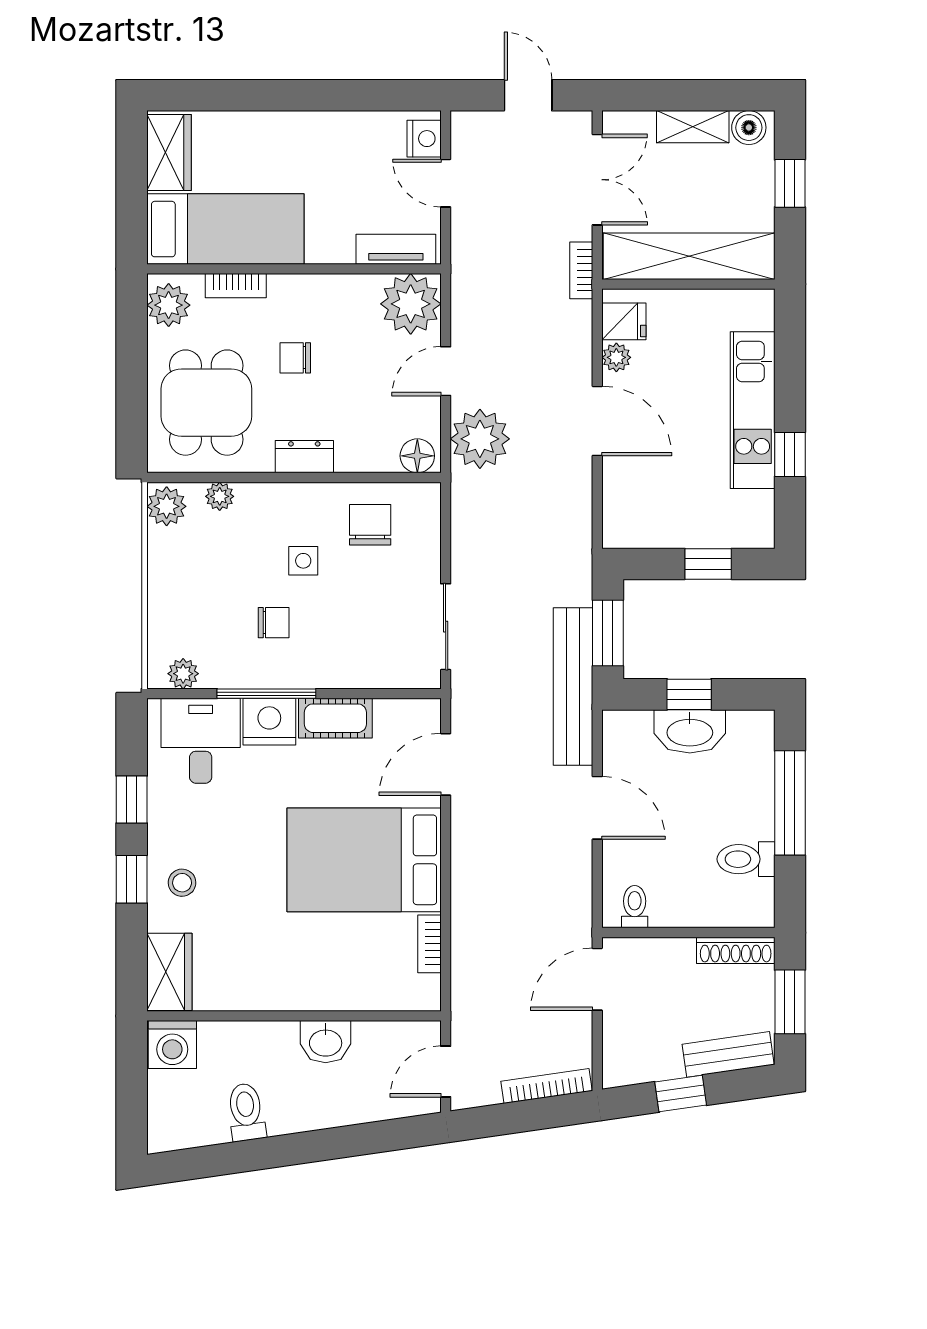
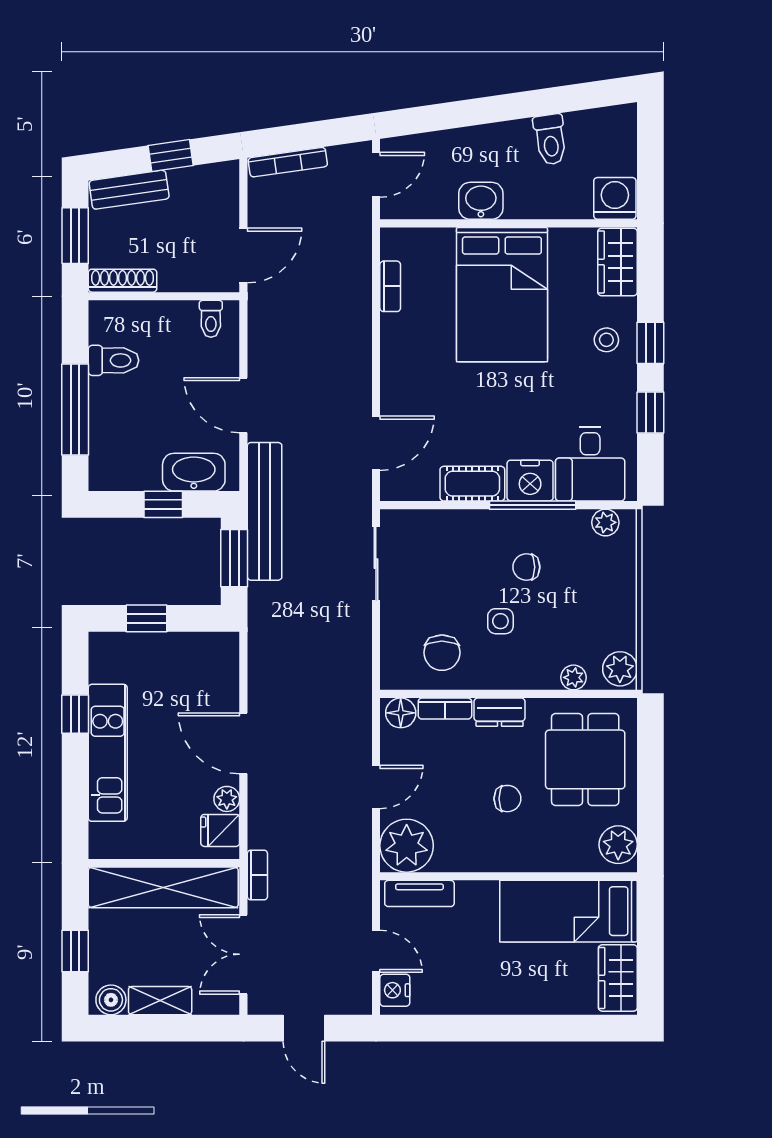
bookcase: (236, 286) -> (445, 709), moved, turned 180
plant: (480, 439) -> (346, 728), removed
washbasin: (690, 731) -> (194, 472), moved
bed: (364, 860) -> (502, 295), moved, turned 90

